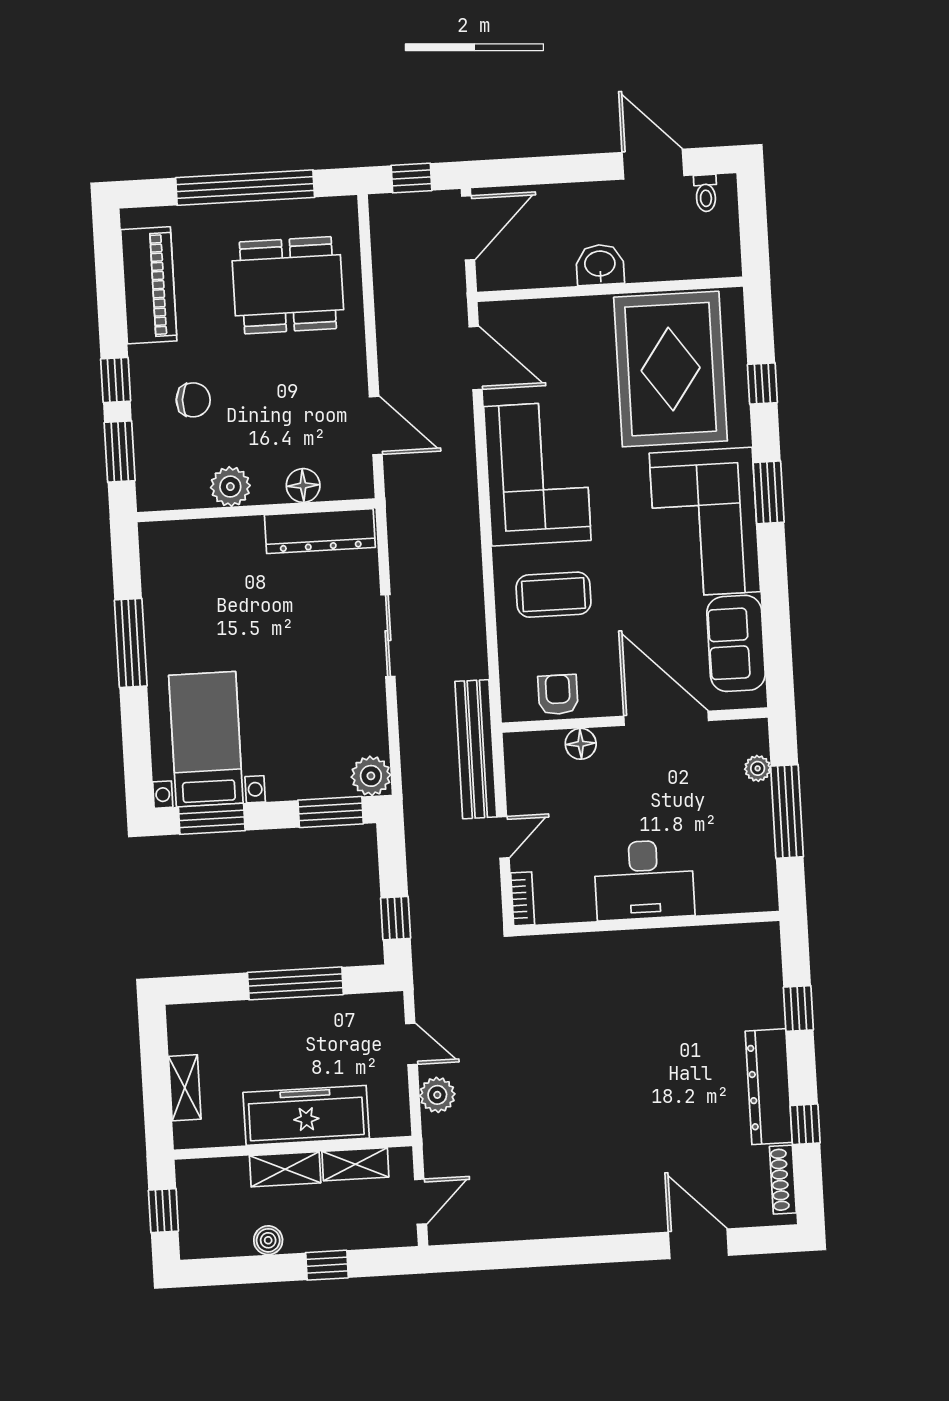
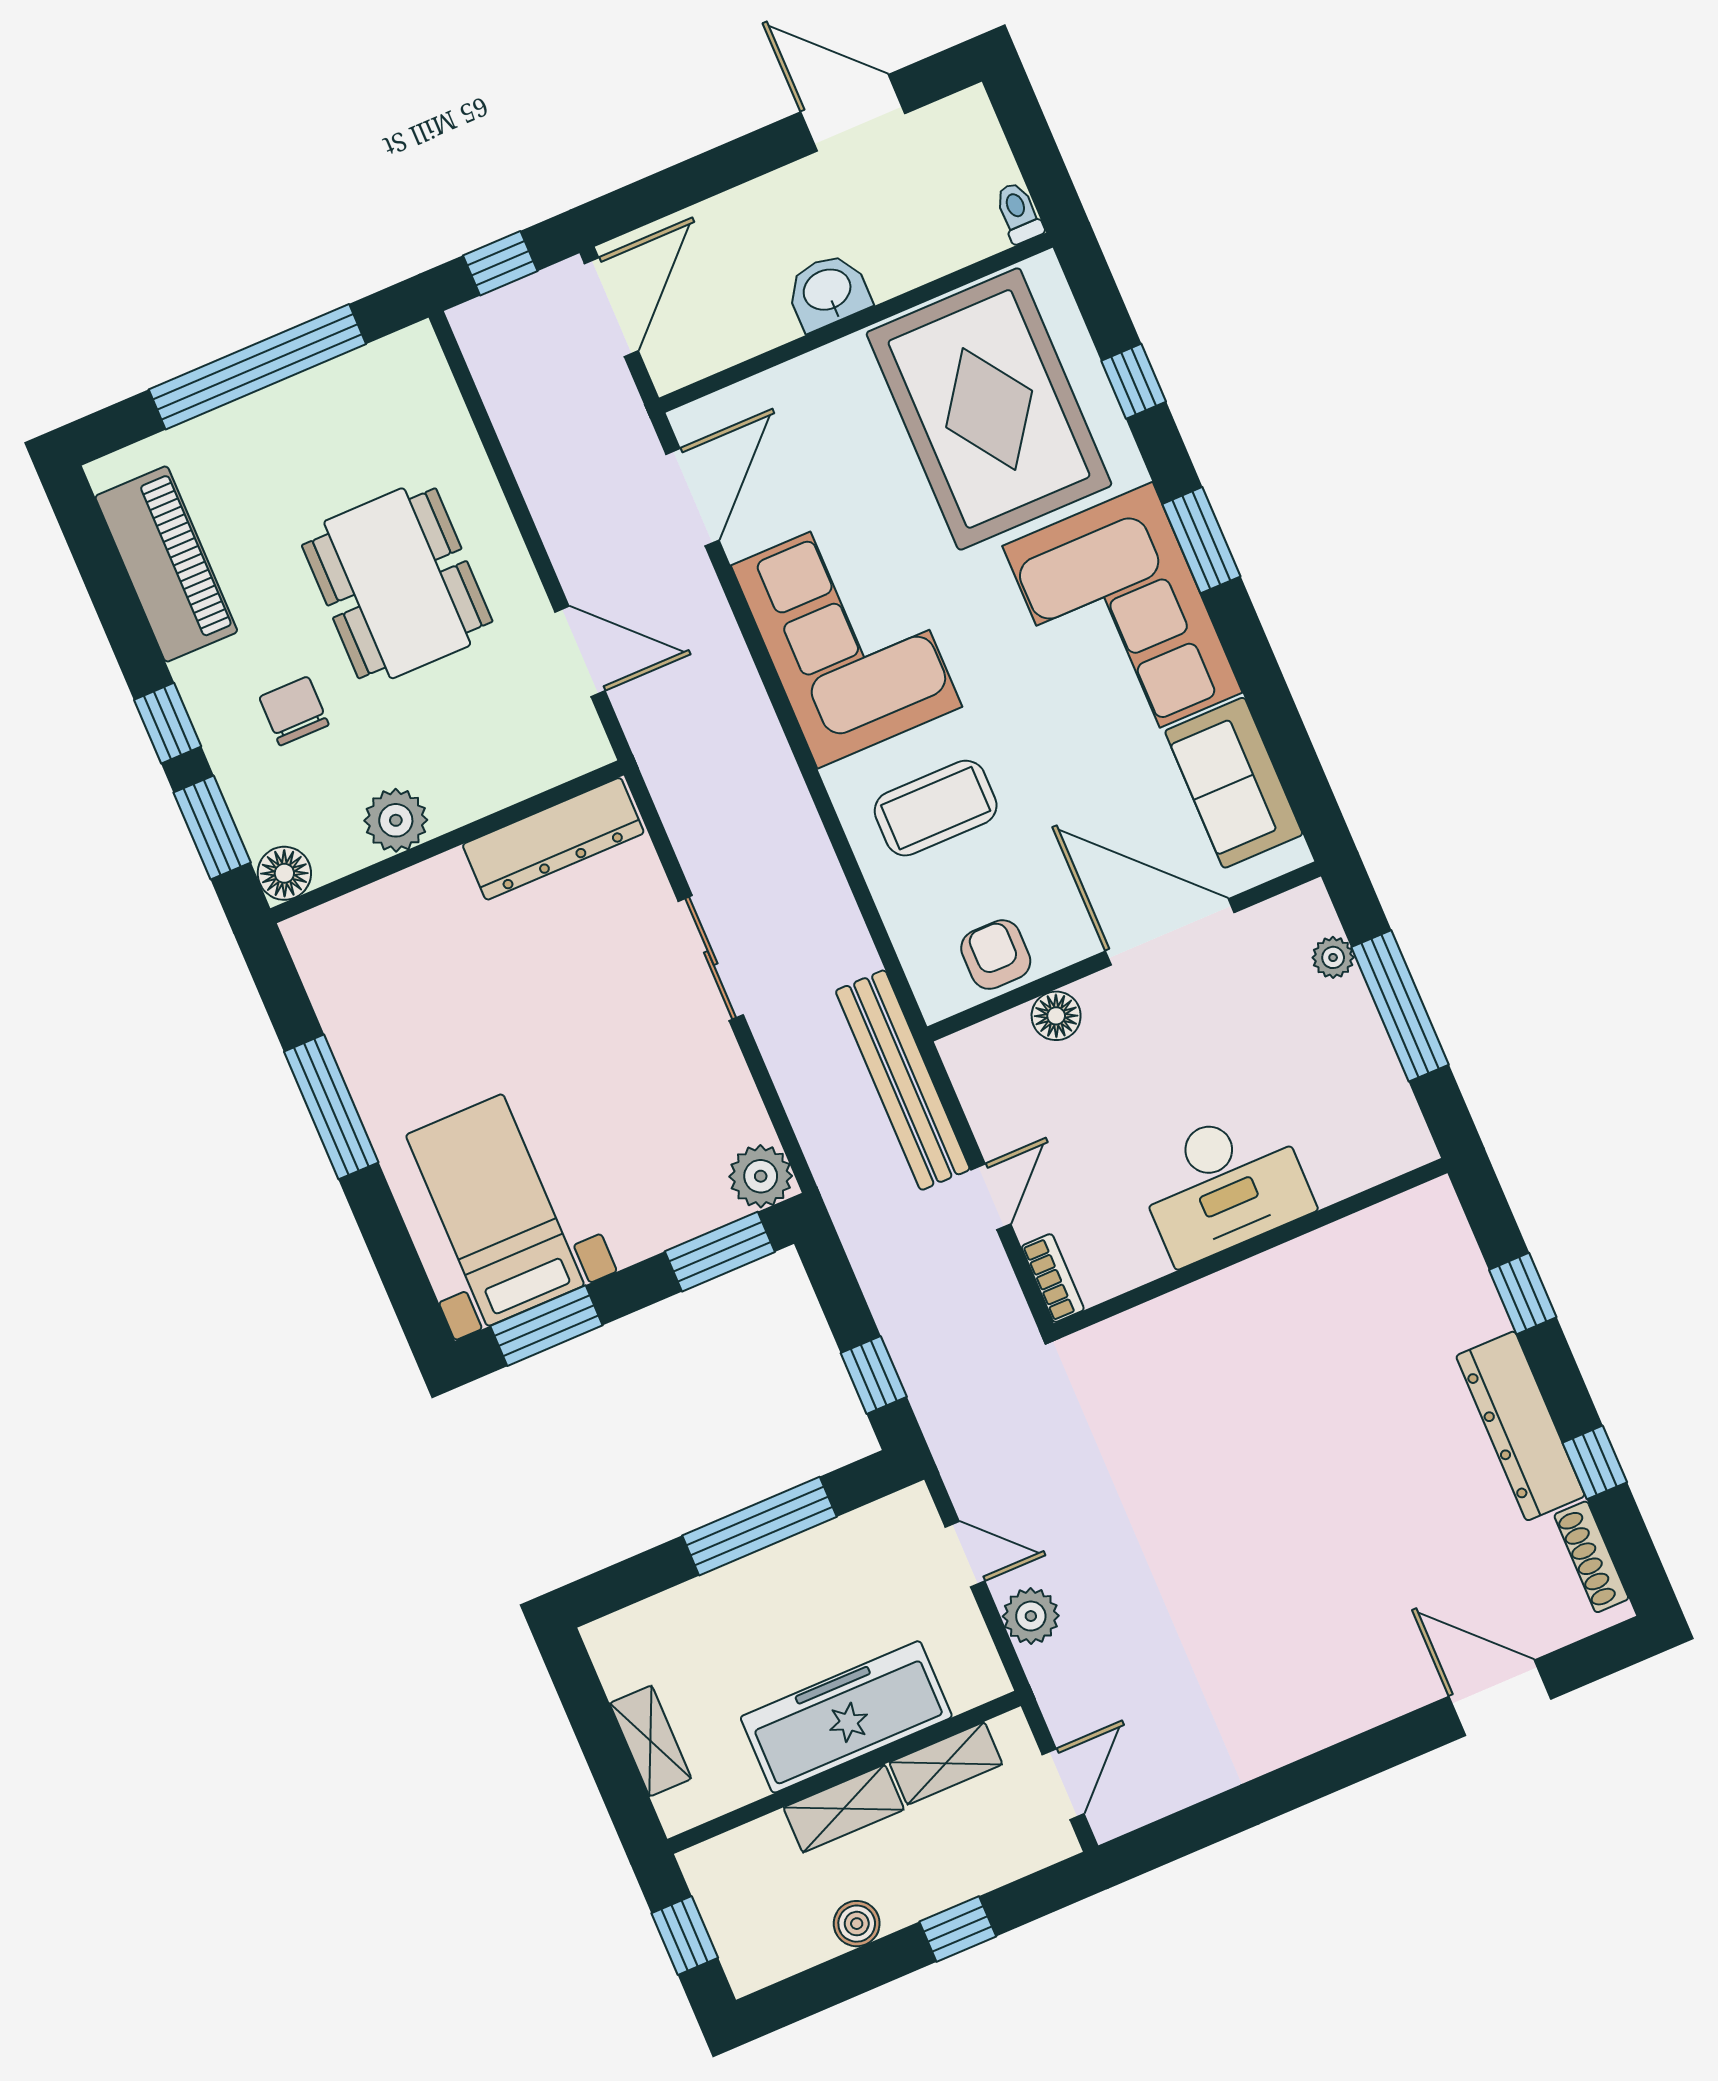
toilet: (706, 193) -> (1019, 213), moved, turned 180
dining table: (288, 285) -> (397, 583), moved, turned 90
door: (476, 358) -> (693, 497), hinge flipped
chair: (193, 400) -> (294, 711), turned -94
floor lamp: (303, 485) -> (284, 873), moved

